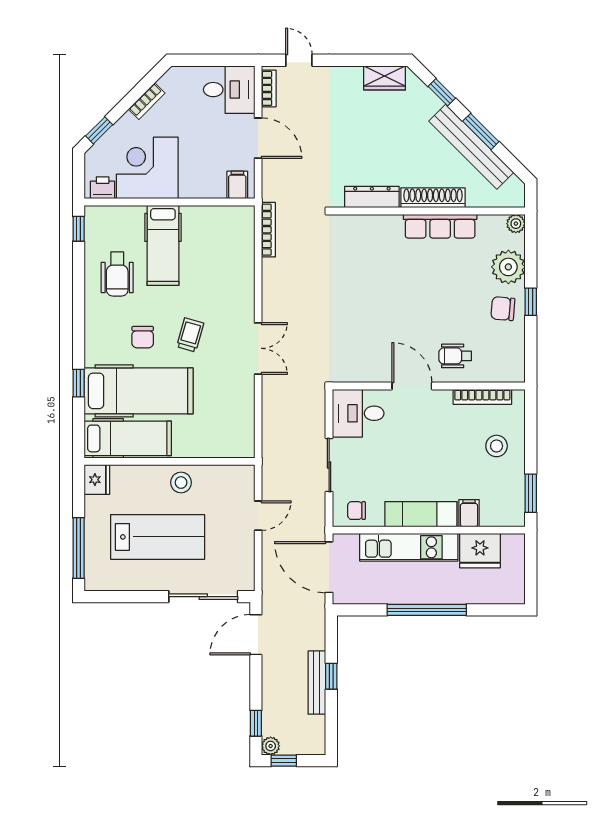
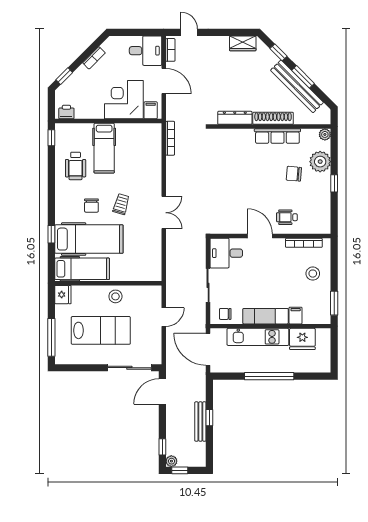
corner desk: (147, 168) -> (124, 100), moved
chair: (503, 309) -> (294, 174), moved

